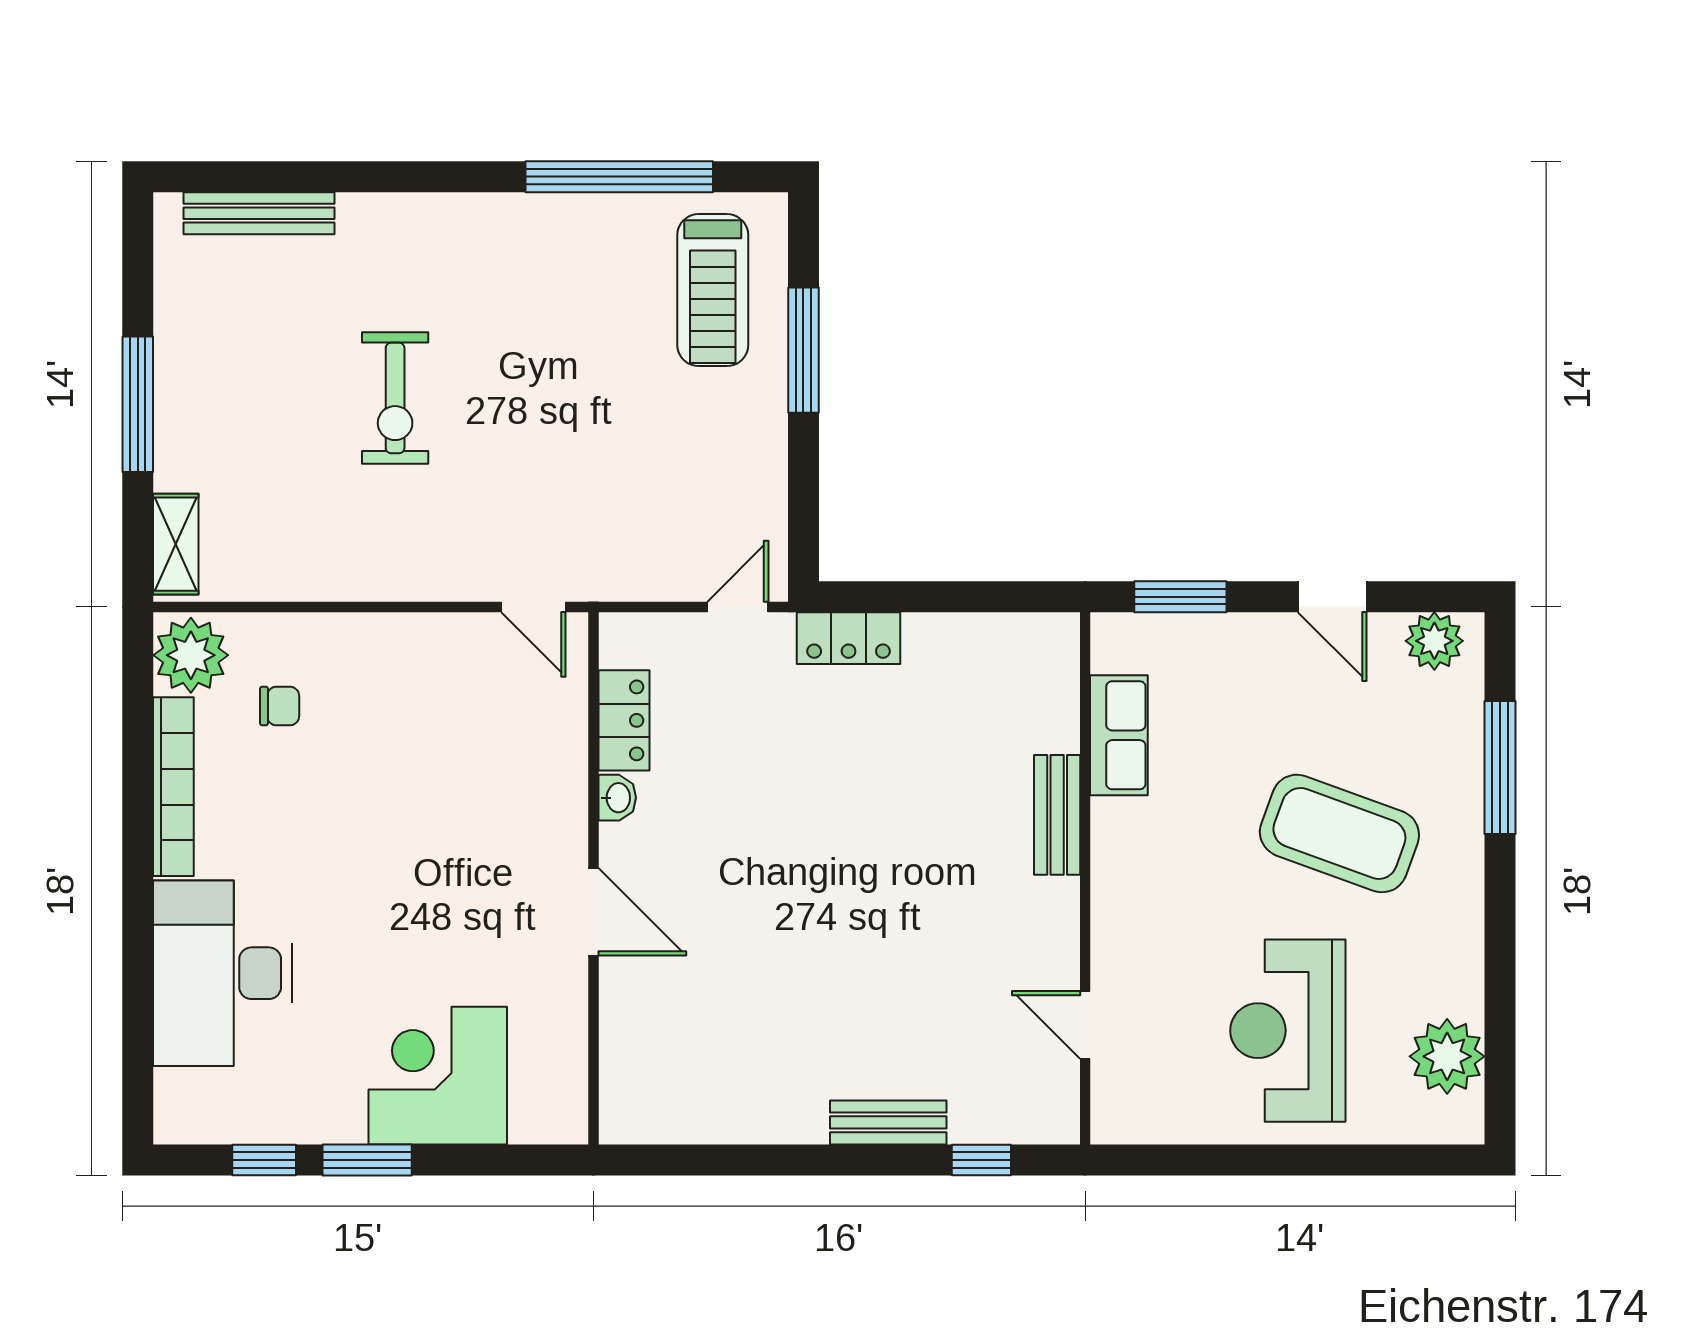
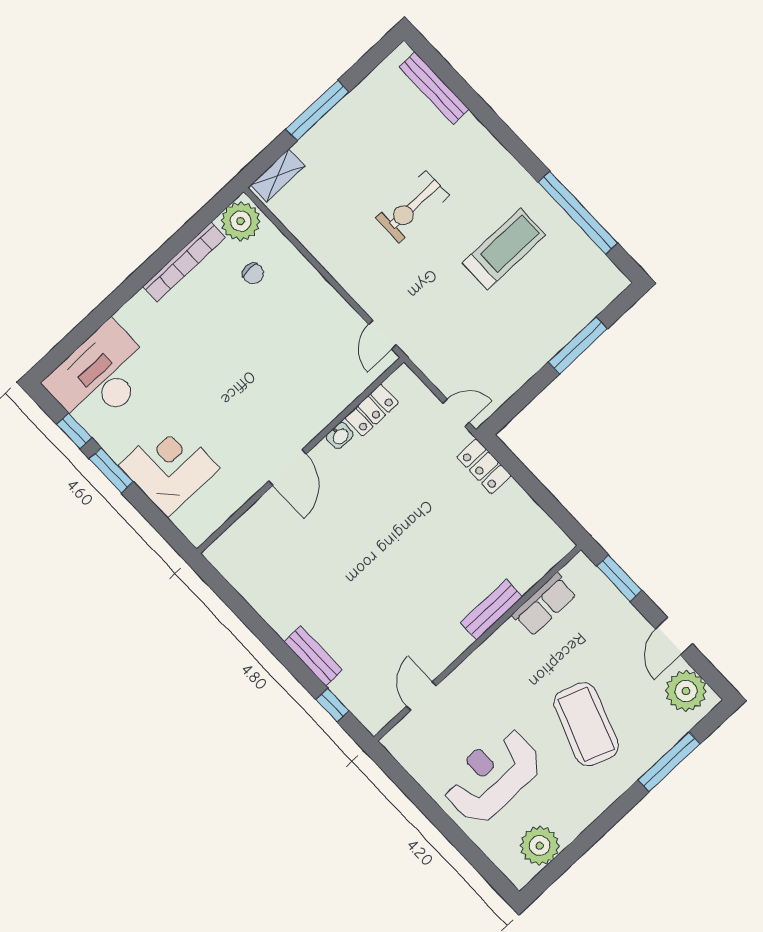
treadmill: (713, 290) -> (504, 249), moved, turned 180
plant: (1434, 641) -> (686, 691), width x1.36, depth x1.36
desk: (223, 973) -> (101, 376), moved

